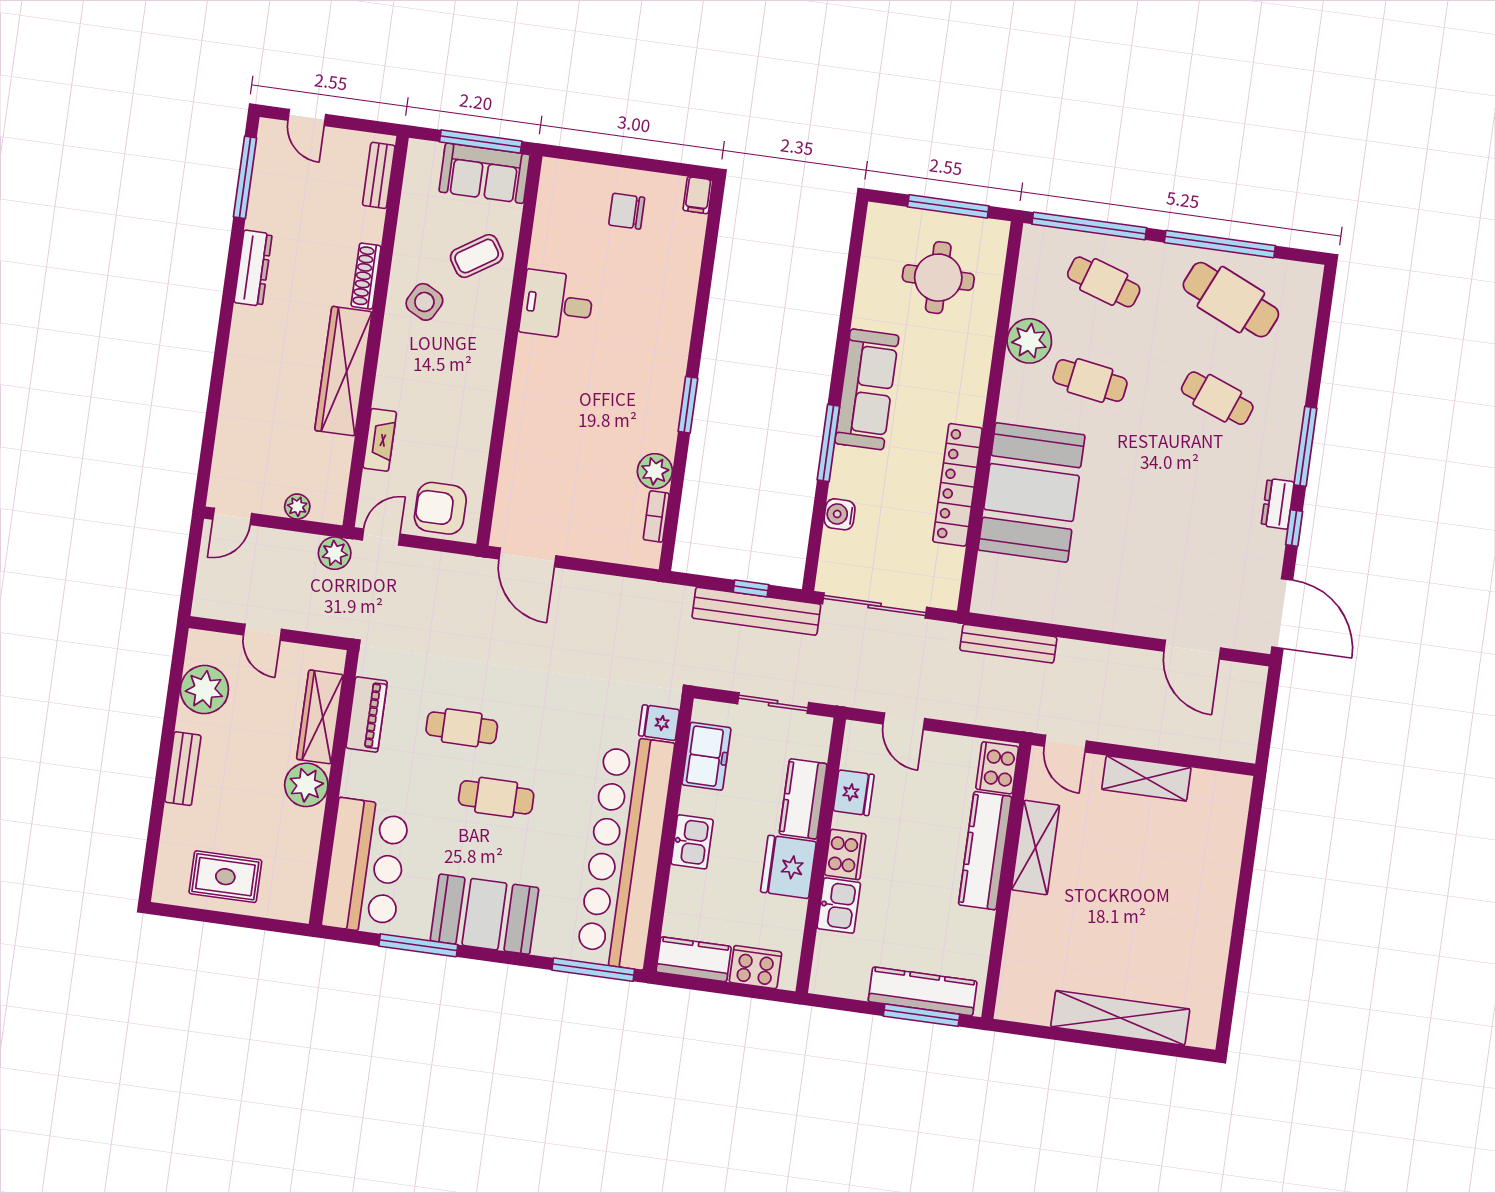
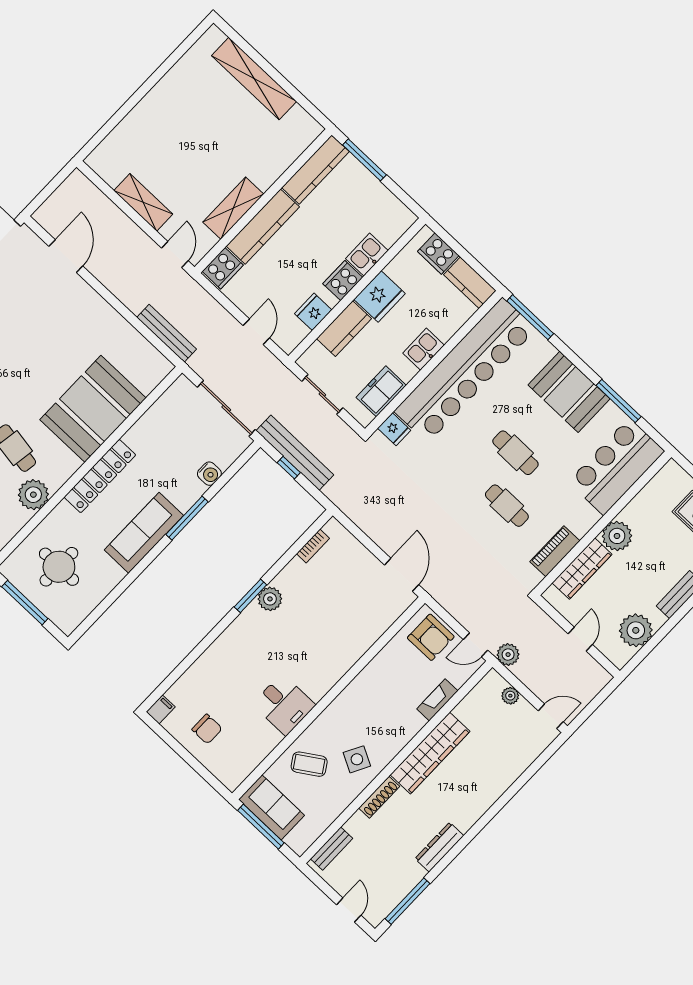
plant: (655, 471) -> (270, 599), moved
locker: (957, 485) -> (100, 476), moved
kitchen counter: (923, 991) -> (315, 170), moved, turned -90

